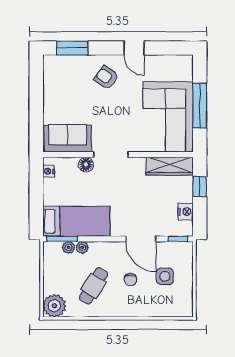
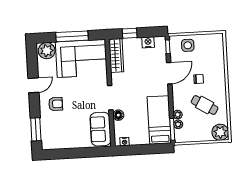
plant: (182, 69) -> (47, 51), added
armchair: (106, 78) -> (56, 104), turned -125
side table: (165, 276) -> (188, 45), moved

